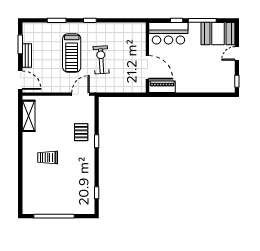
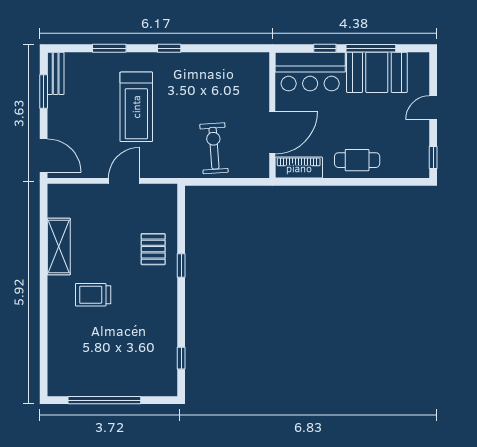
booth: (218, 34) -> (377, 72), moved
bench: (27, 55) -> (56, 73), moved
exercise bike: (101, 60) -> (214, 148), moved
door: (147, 67) -> (272, 133), hinge flipped
cafe table: (195, 83) -> (357, 160), added
door: (80, 94) -> (124, 181), moved
shelving: (29, 116) -> (59, 247), moved

